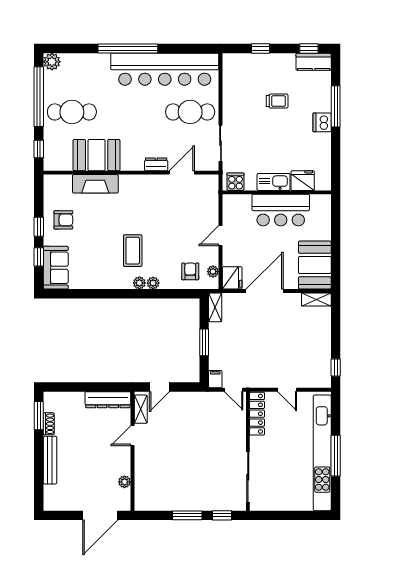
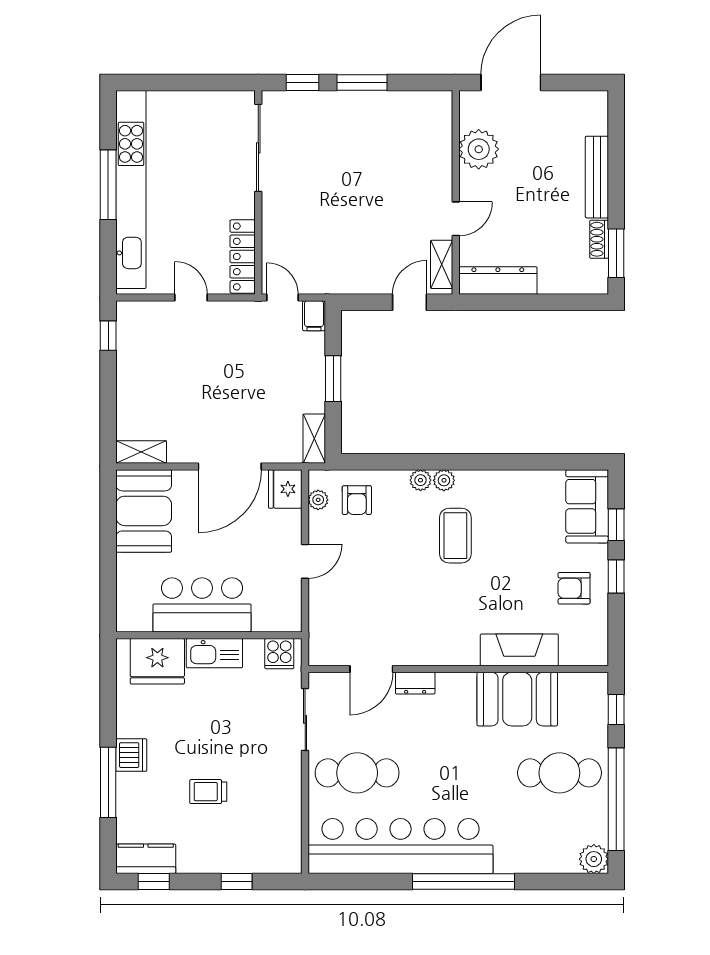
fridge: (303, 181) -> (157, 661), width x1.36, depth x1.34
plant: (124, 482) -> (479, 149), width x1.88, depth x1.88

